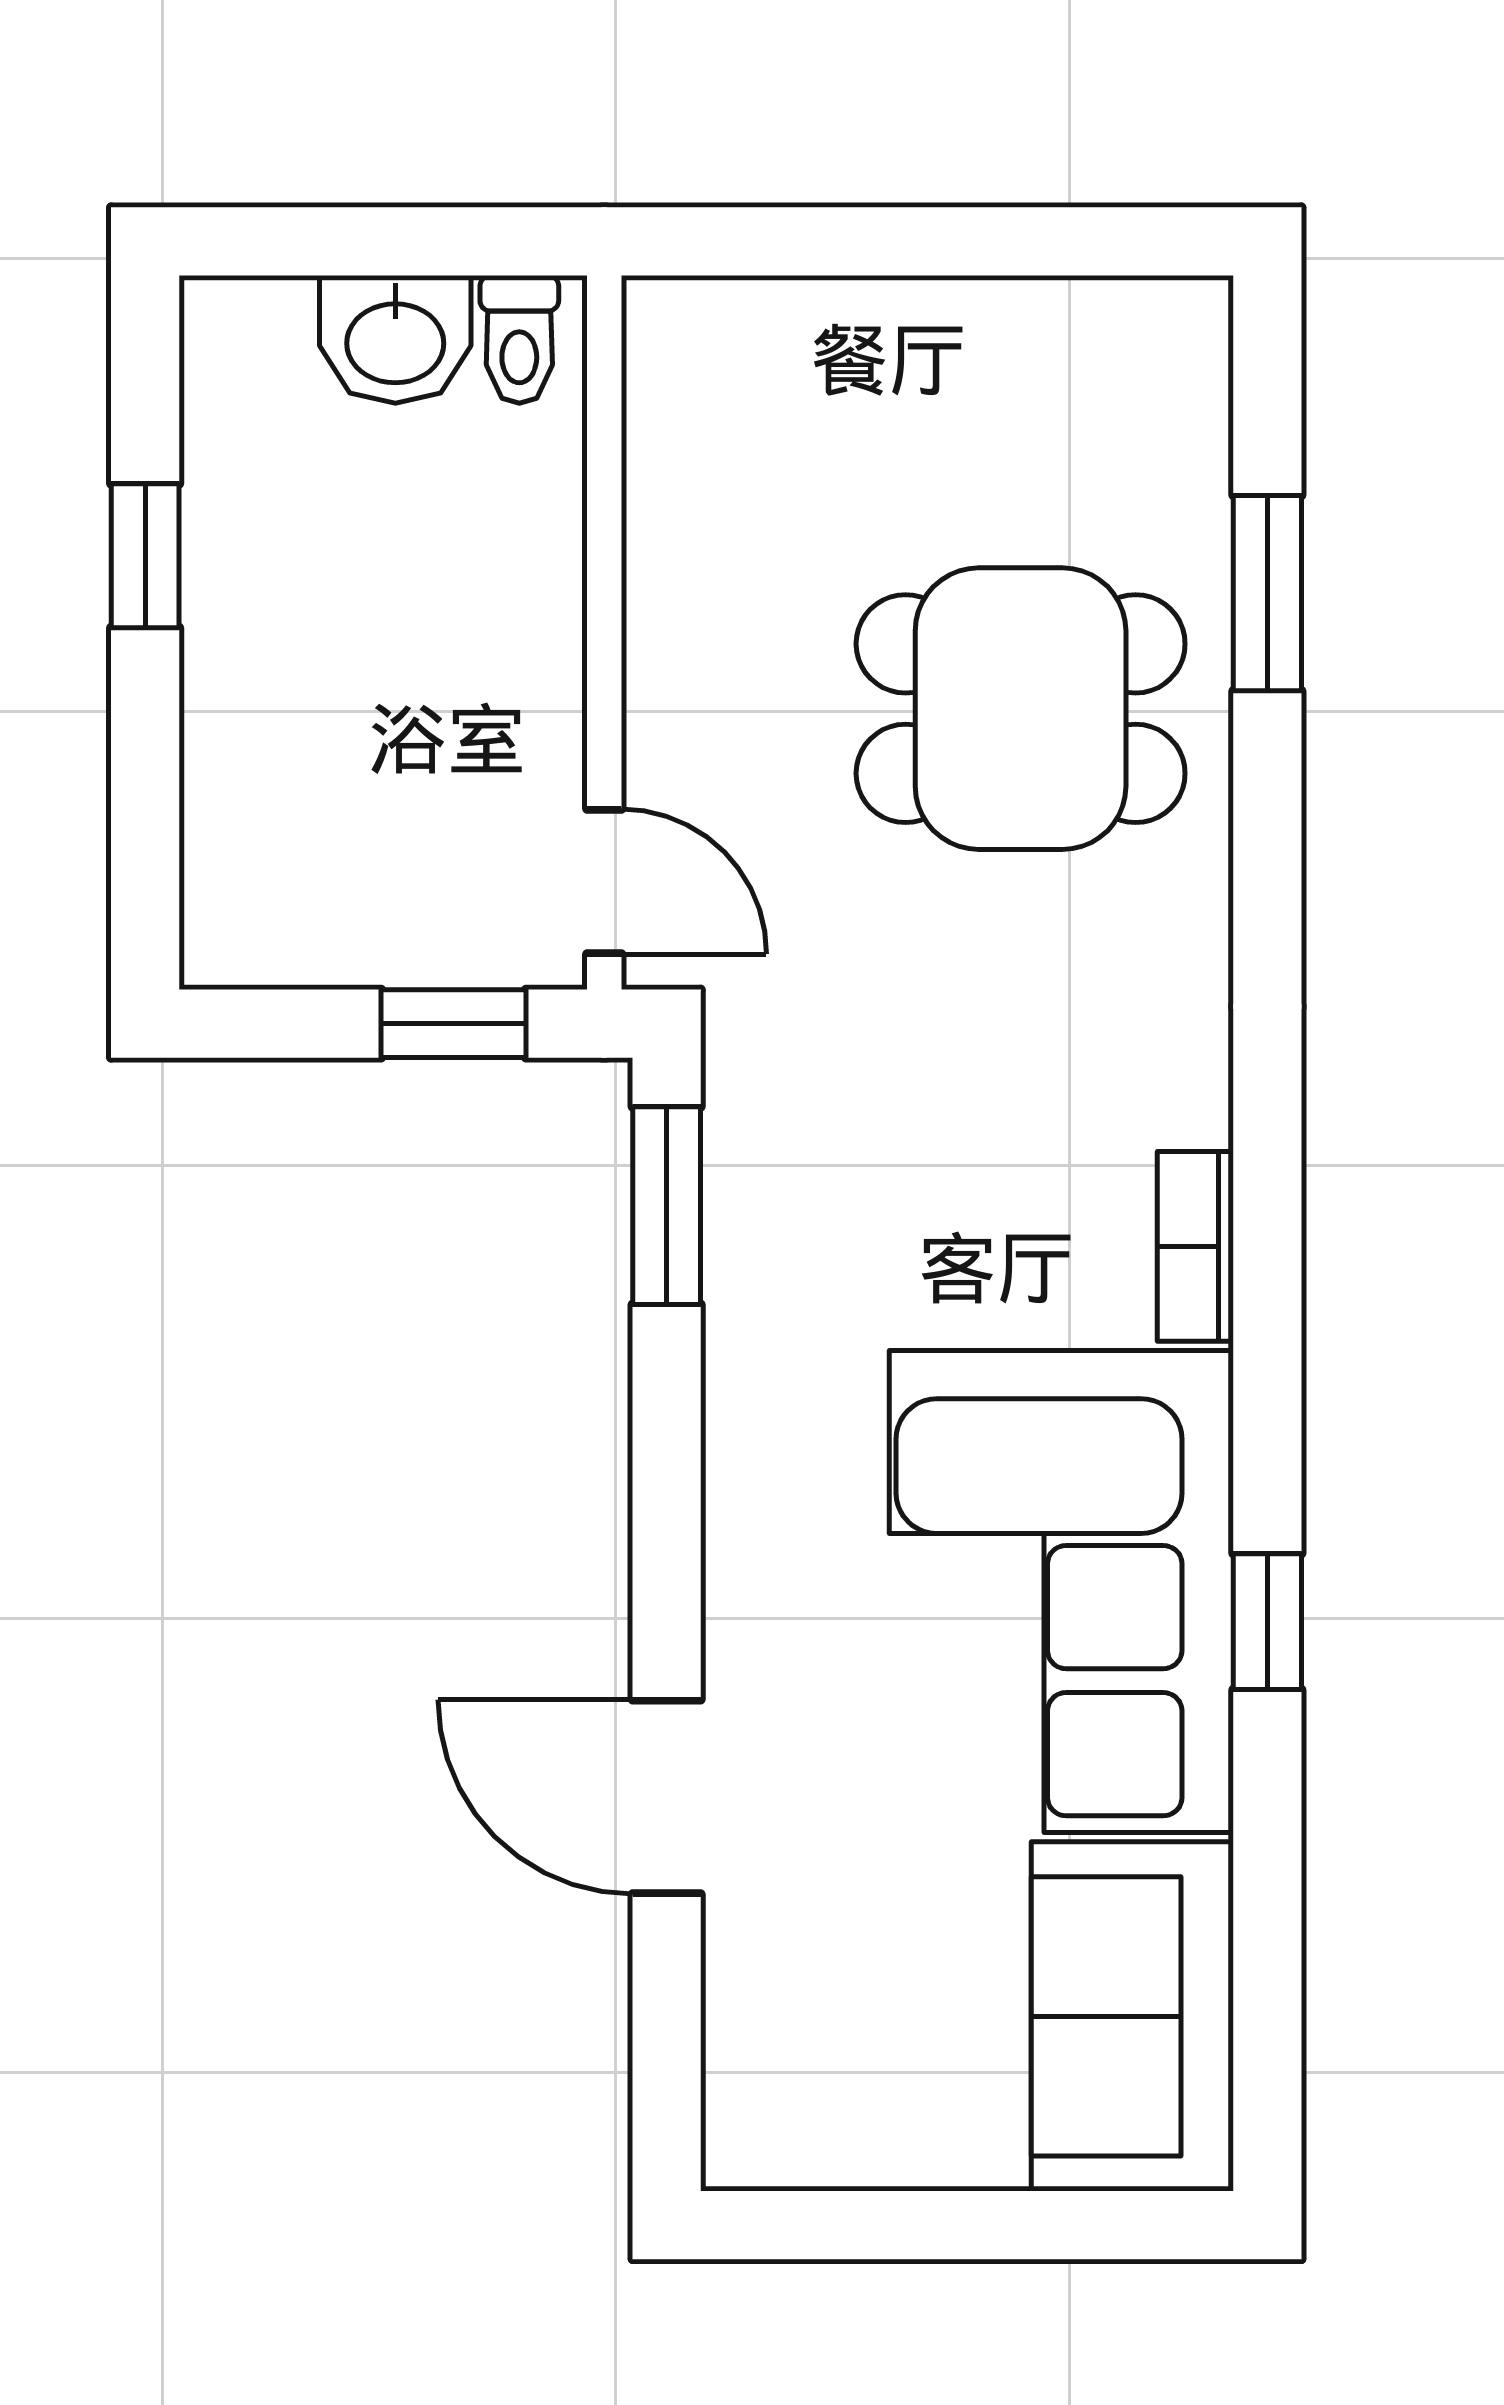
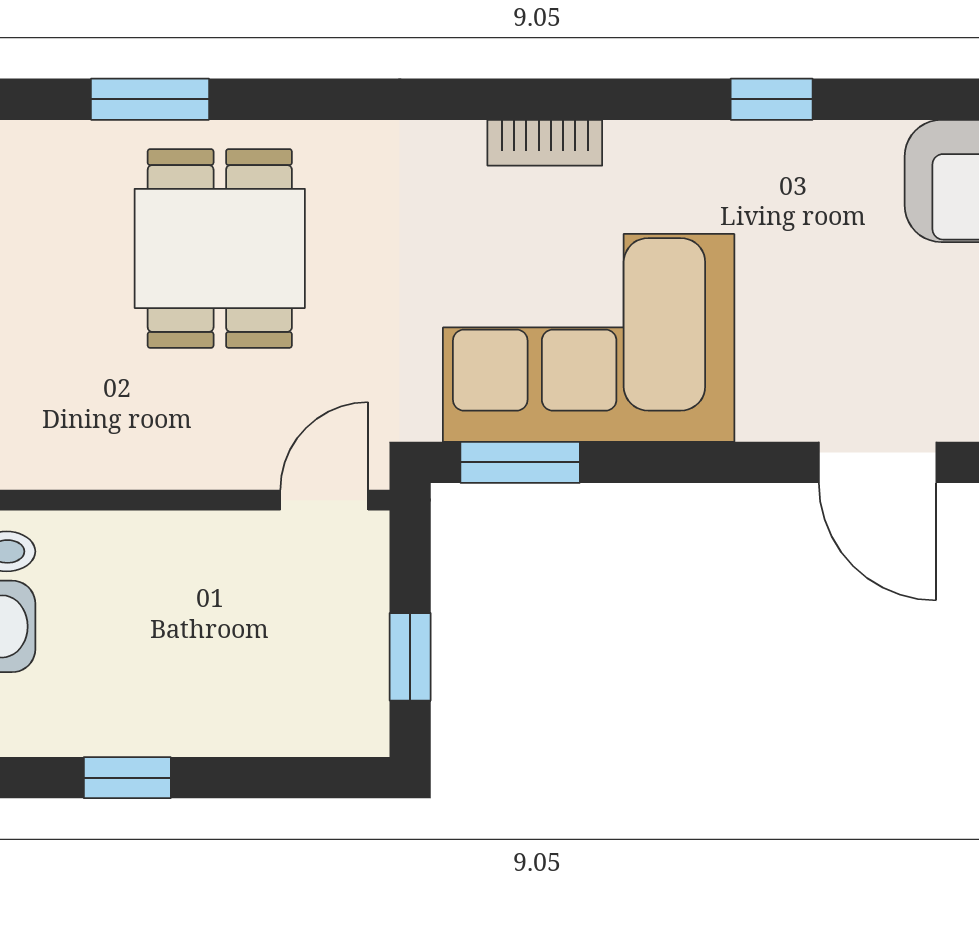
window: (453, 1024) -> (410, 657), moved
corner sofa: (1061, 1591) -> (589, 338), moved, turned 180
door: (667, 1797) -> (878, 462), hinge flipped

